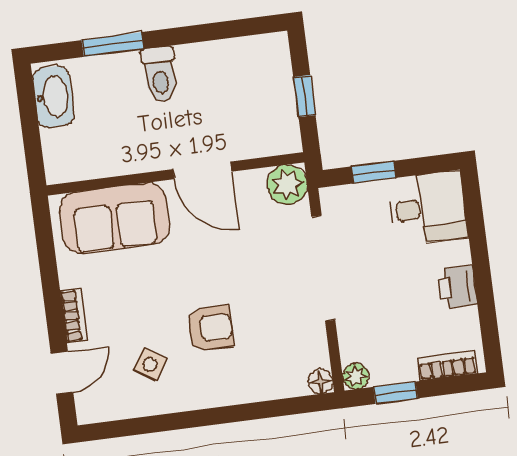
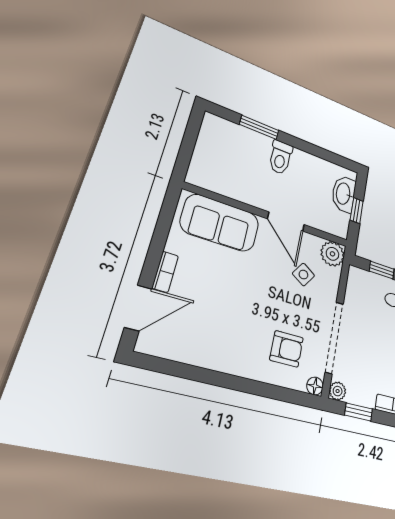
washbasin: (53, 97) -> (344, 194), moved, turned 180
doorway: (323, 268) -> (334, 337), moved
armchair: (210, 328) -> (287, 349), moved
side table: (150, 364) -> (303, 275), moved
door: (62, 373) -> (138, 308), width x1.38

